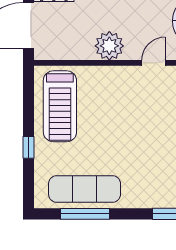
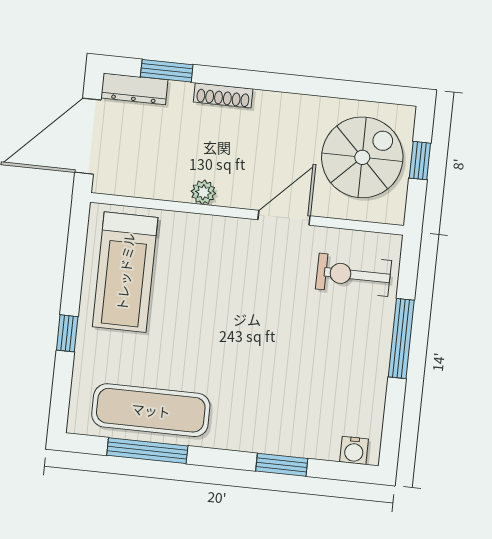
plant: (109, 46) -> (203, 192), width x0.53, depth x0.53
door: (154, 63) -> (284, 218), width x1.38

